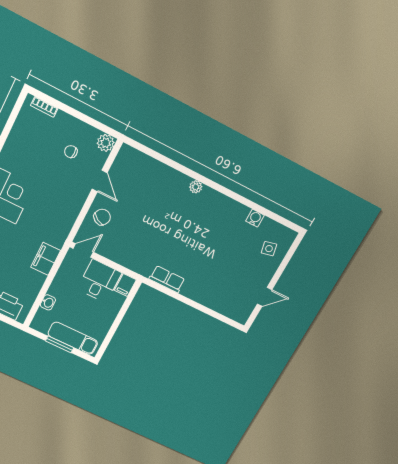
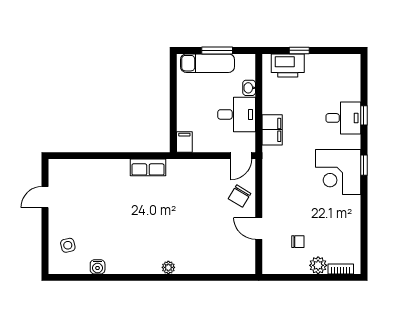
plant: (106, 143) -> (318, 265), moved
desk: (99, 281) -> (237, 114), moved, turned -90

